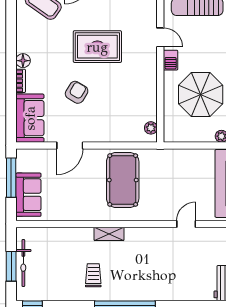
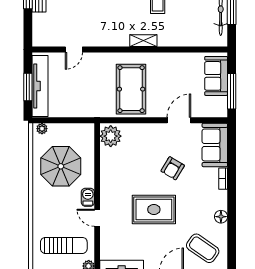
floor lamp: (23, 61) -> (221, 217), moved
plant: (151, 128) -> (111, 136), width x1.88, depth x1.88

